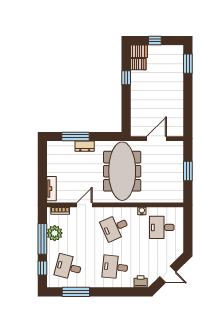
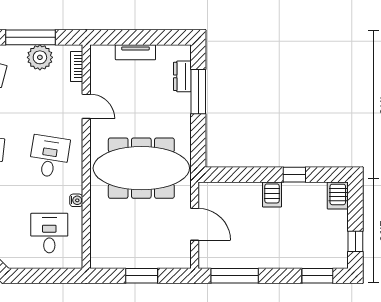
window: (155, 41) -> (355, 241), moved
server rack: (138, 64) -> (272, 194), moved
window: (188, 114) -> (235, 276), added
dresser: (85, 146) -> (182, 76), moved
tv unit: (51, 189) -> (135, 52), moved
desk: (115, 227) -> (49, 157), turned 33

